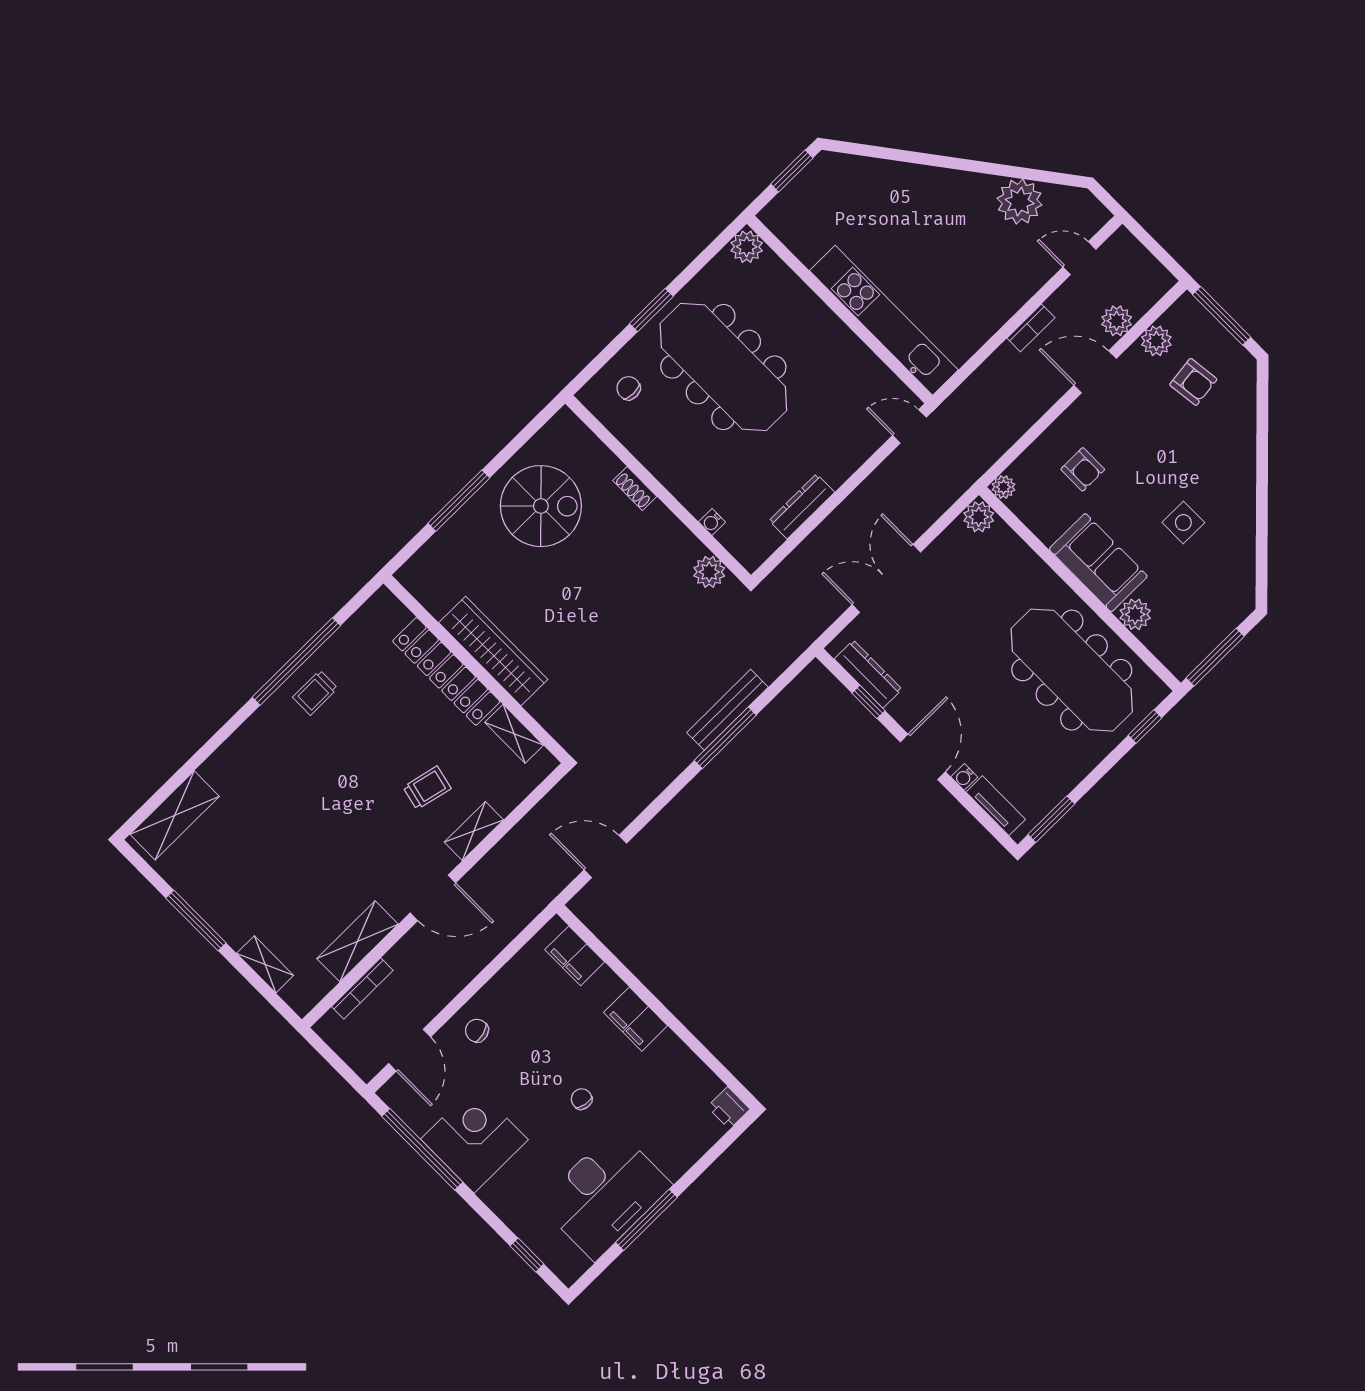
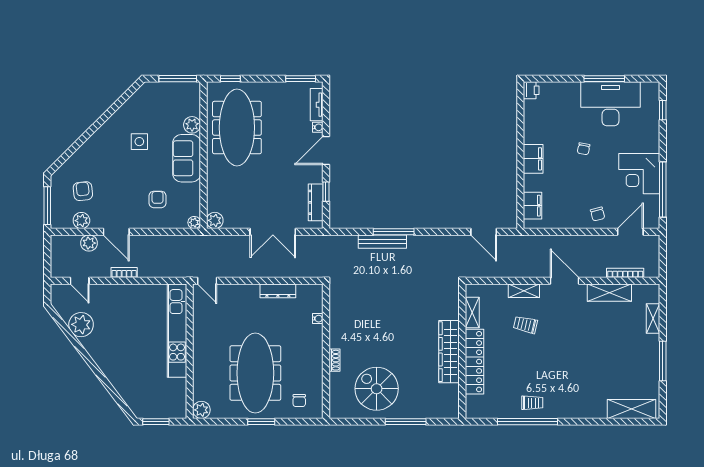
plant: (709, 572) -> (338, 301), removed

